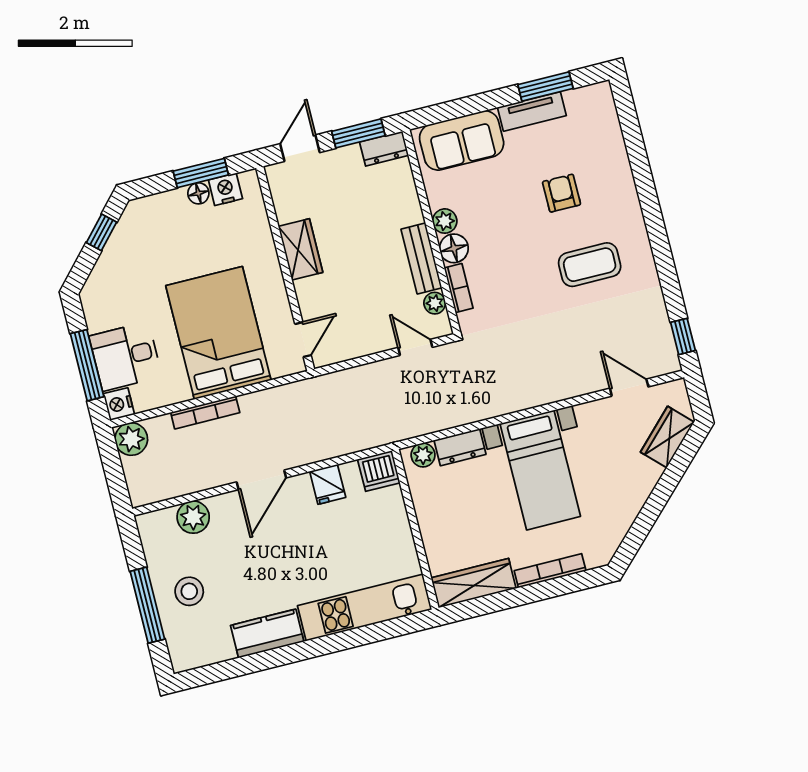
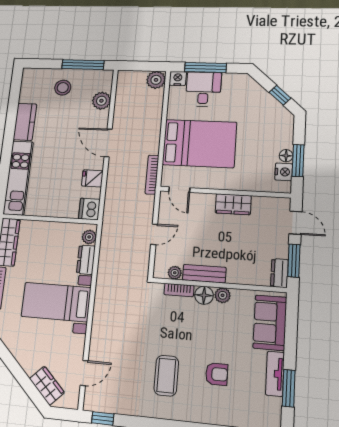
door: (415, 347) -> (154, 234), moved
bookcase: (205, 413) -> (152, 175), moved
window: (147, 605) -> (83, 65), moved

